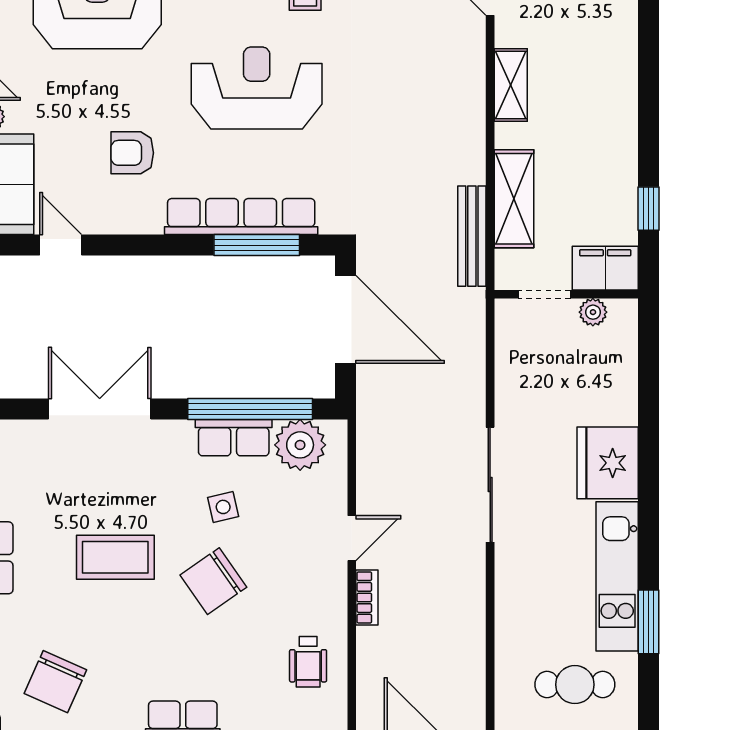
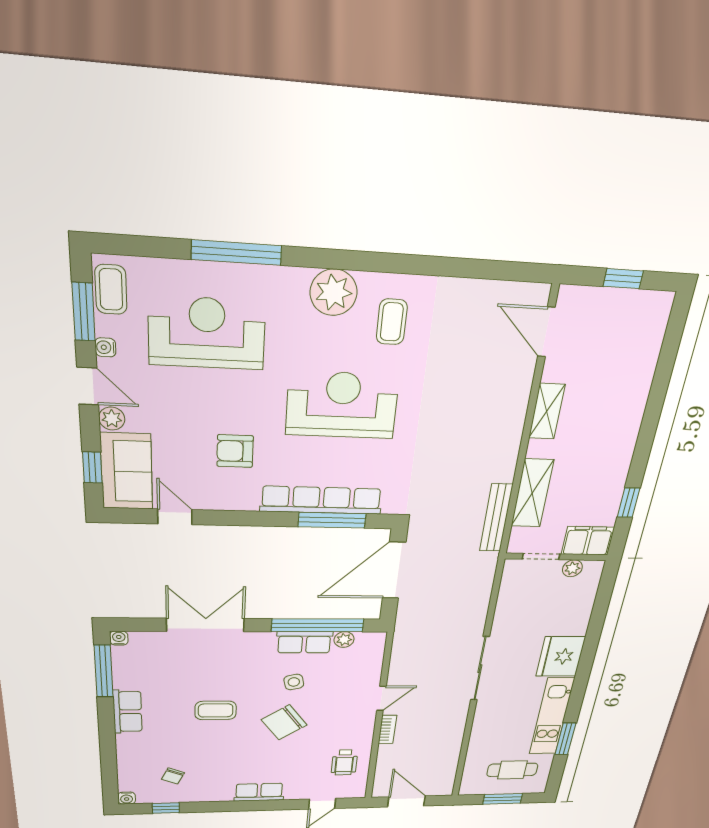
door: (345, 319) -> (394, 570), swing flipped
plant: (300, 445) -> (344, 640), width x0.53, depth x0.53
coffee table: (115, 557) -> (216, 710), width x0.73, depth x0.77
chair: (55, 682) -> (173, 776), width x0.54, depth x0.54

